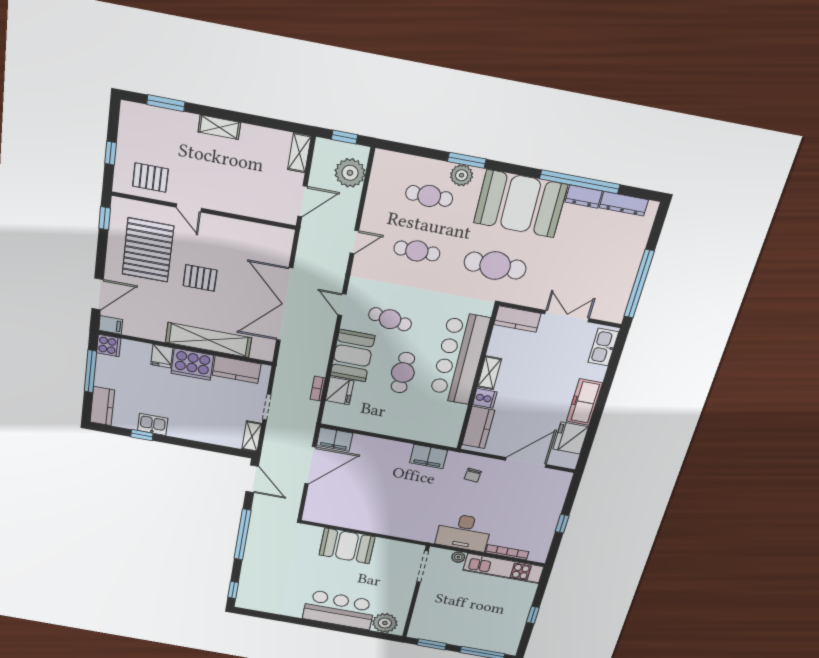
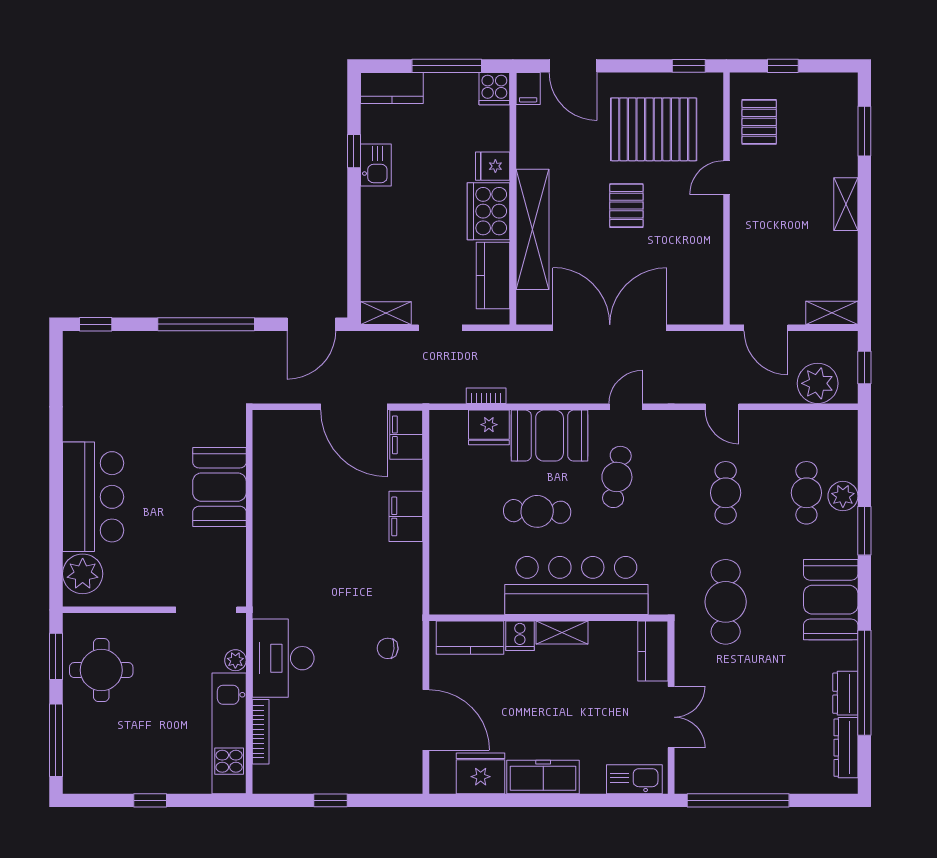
plant: (462, 175) -> (843, 496), moved
booth: (521, 204) -> (831, 600), width x0.73, depth x0.70
filing cabinet: (429, 457) -> (406, 516), moved
round table: (446, 624) -> (101, 670), added

